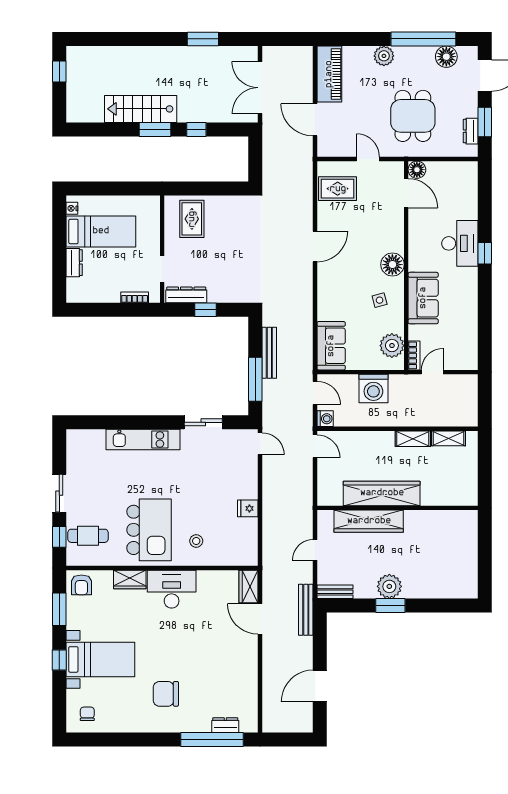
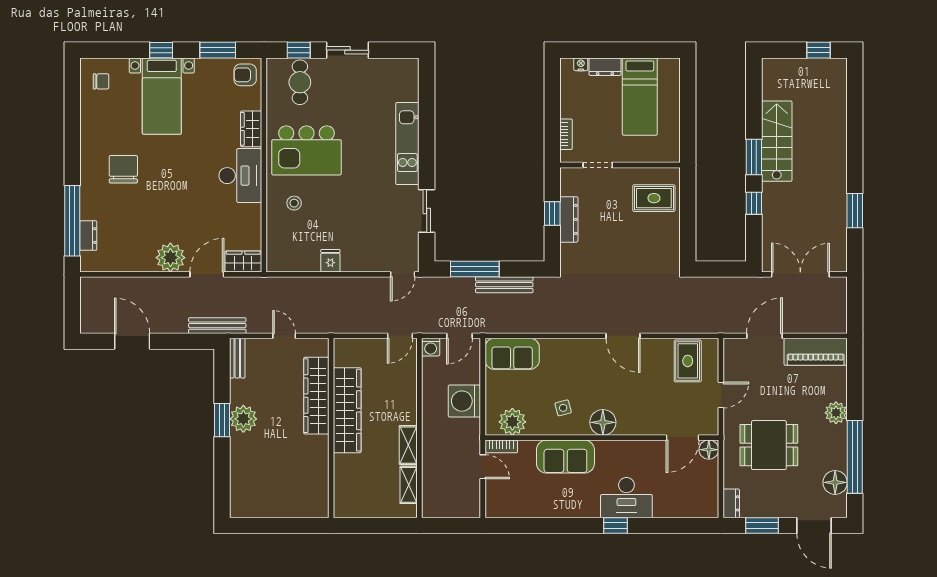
dresser: (471, 131) -> (731, 503), moved, turned 90
nightstand: (72, 208) -> (581, 64), moved
dresser: (186, 295) -> (569, 219), moved
plant: (245, 652) -> (170, 258), added

